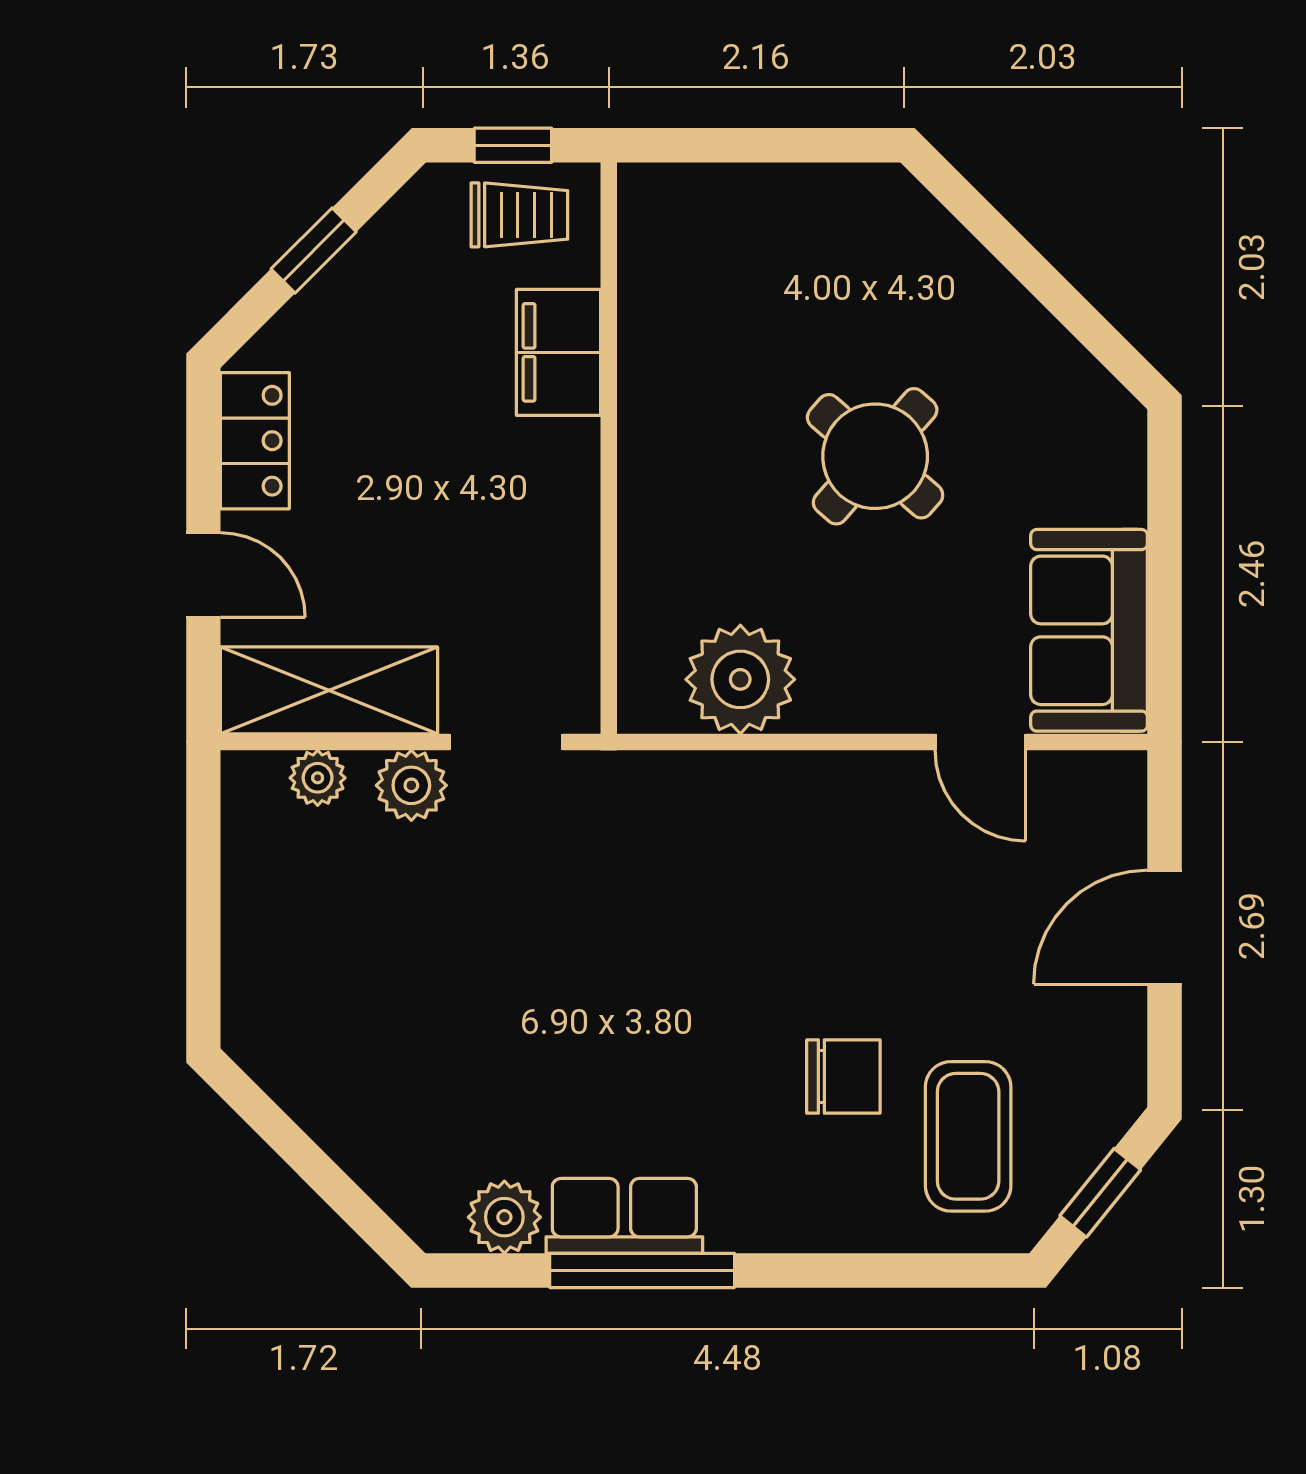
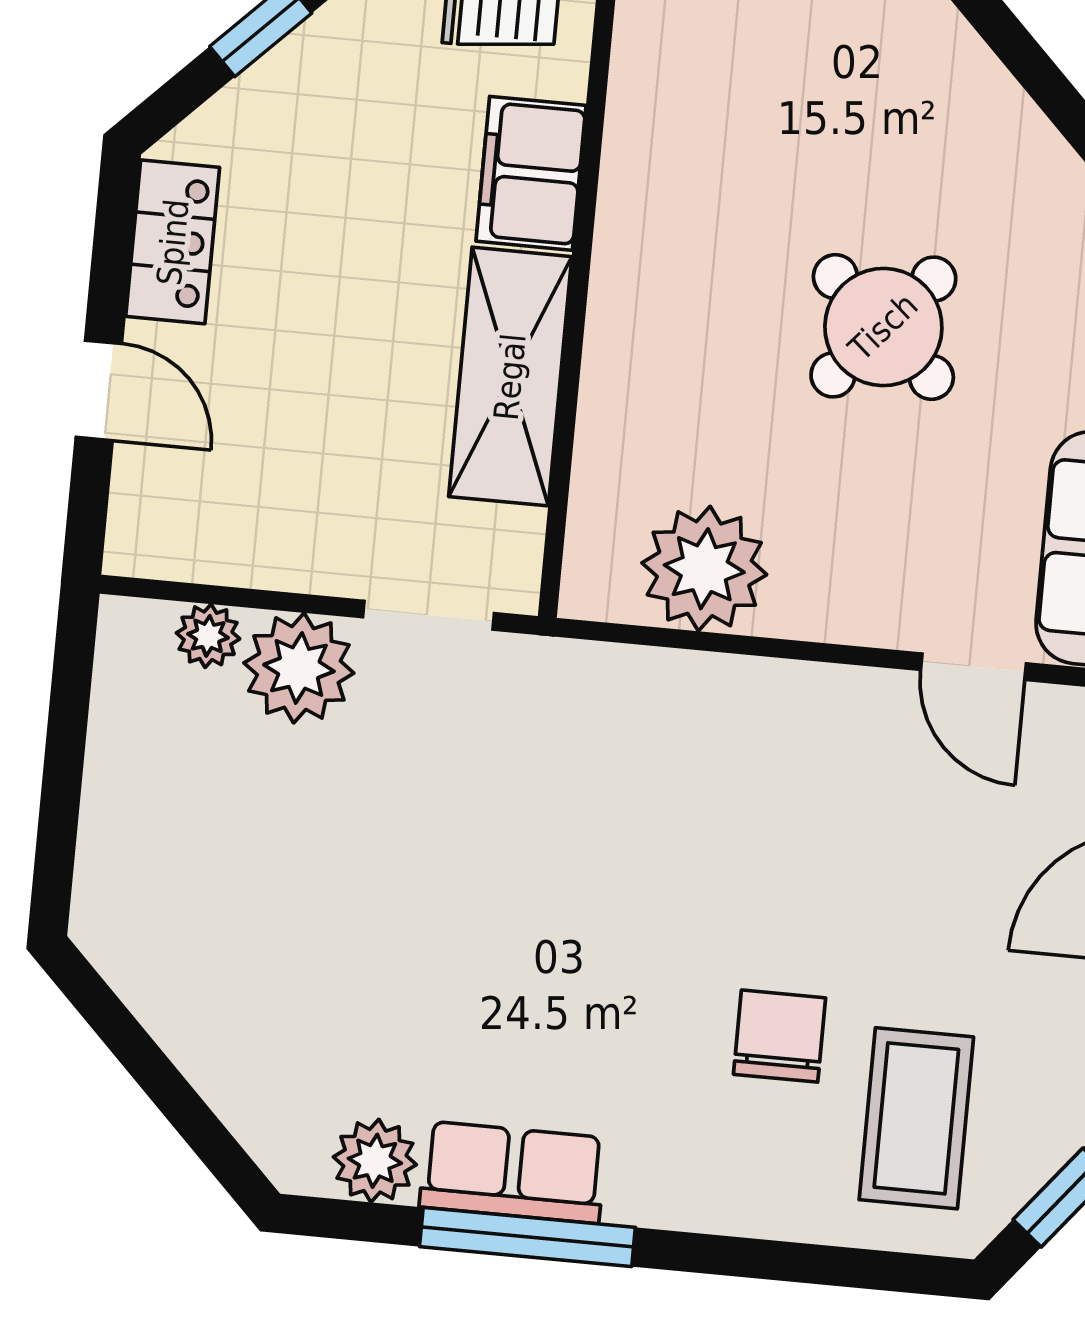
shelving: (329, 690) -> (510, 377), moved, turned 90
plant: (411, 785) -> (299, 668), width x1.36, depth x1.36
chair: (843, 1077) -> (780, 1036), turned -90

